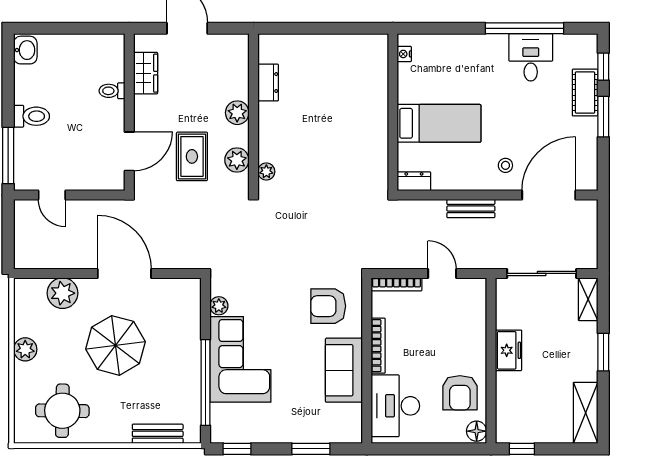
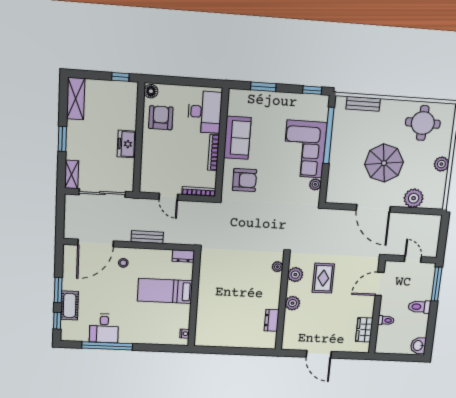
wardrobe: (146, 73) -> (364, 330), moved
toilet: (112, 91) -> (386, 320), moved
wall: (129, 112) -> (377, 307), moved
door: (129, 151) -> (380, 284), moved

